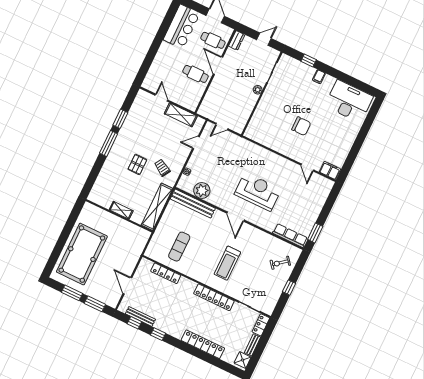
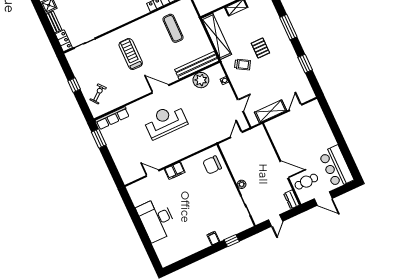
cafe table: (195, 74) -> (292, 148), removed
door: (161, 98) -> (296, 107), swing flipped
desk: (349, 101) -> (157, 219), moved, turned 90
chair: (301, 126) -> (212, 165), moved
window: (109, 143) -> (288, 27), moved
filing cabinet: (330, 170) -> (175, 171), moved
reception desk: (258, 192) -> (165, 121), turned 180
locker: (214, 297) -> (113, 23), removed

